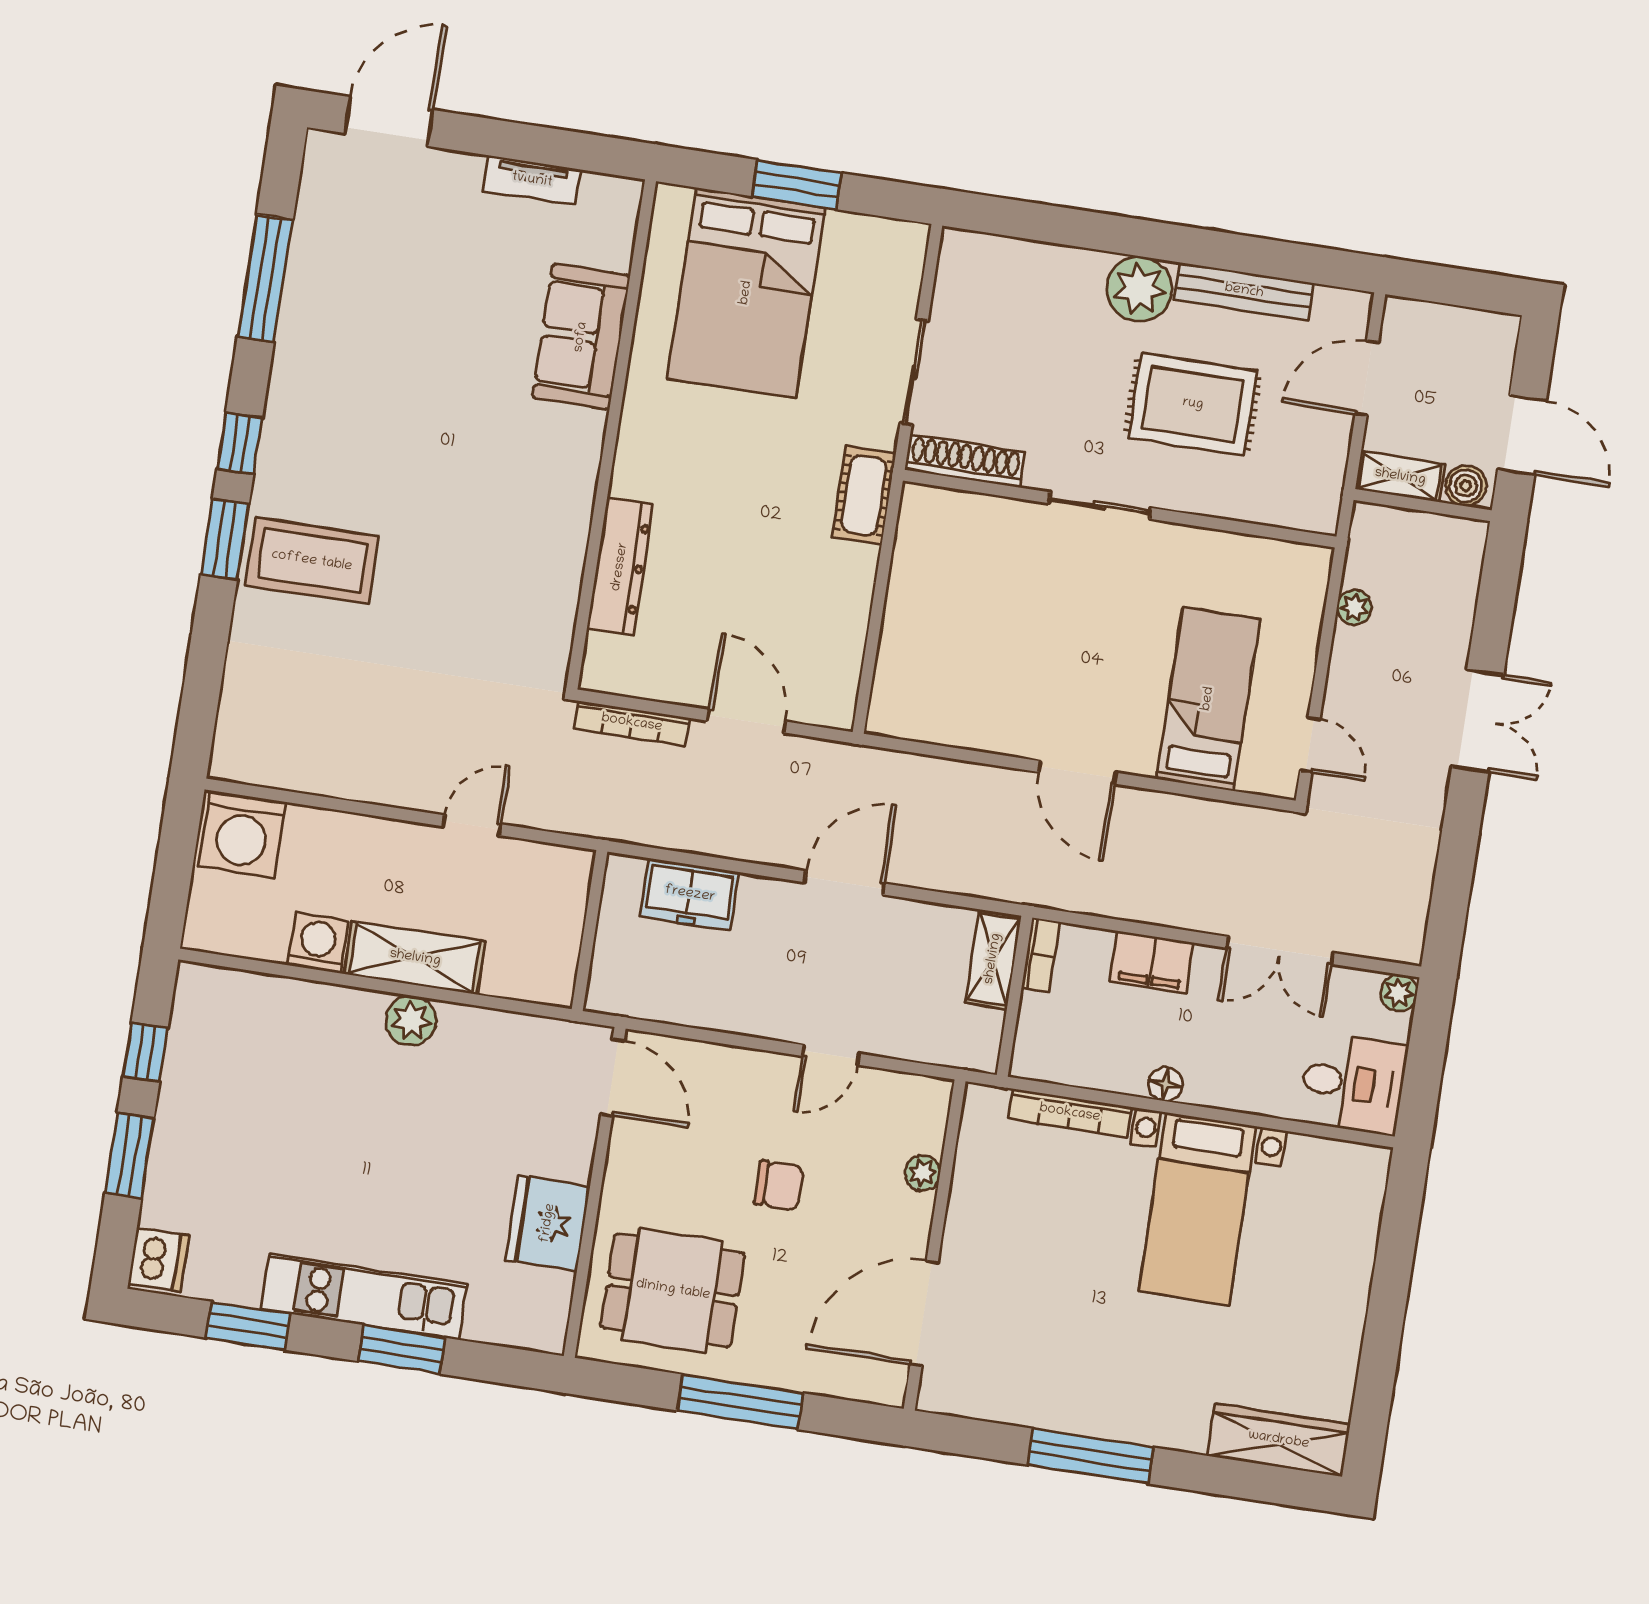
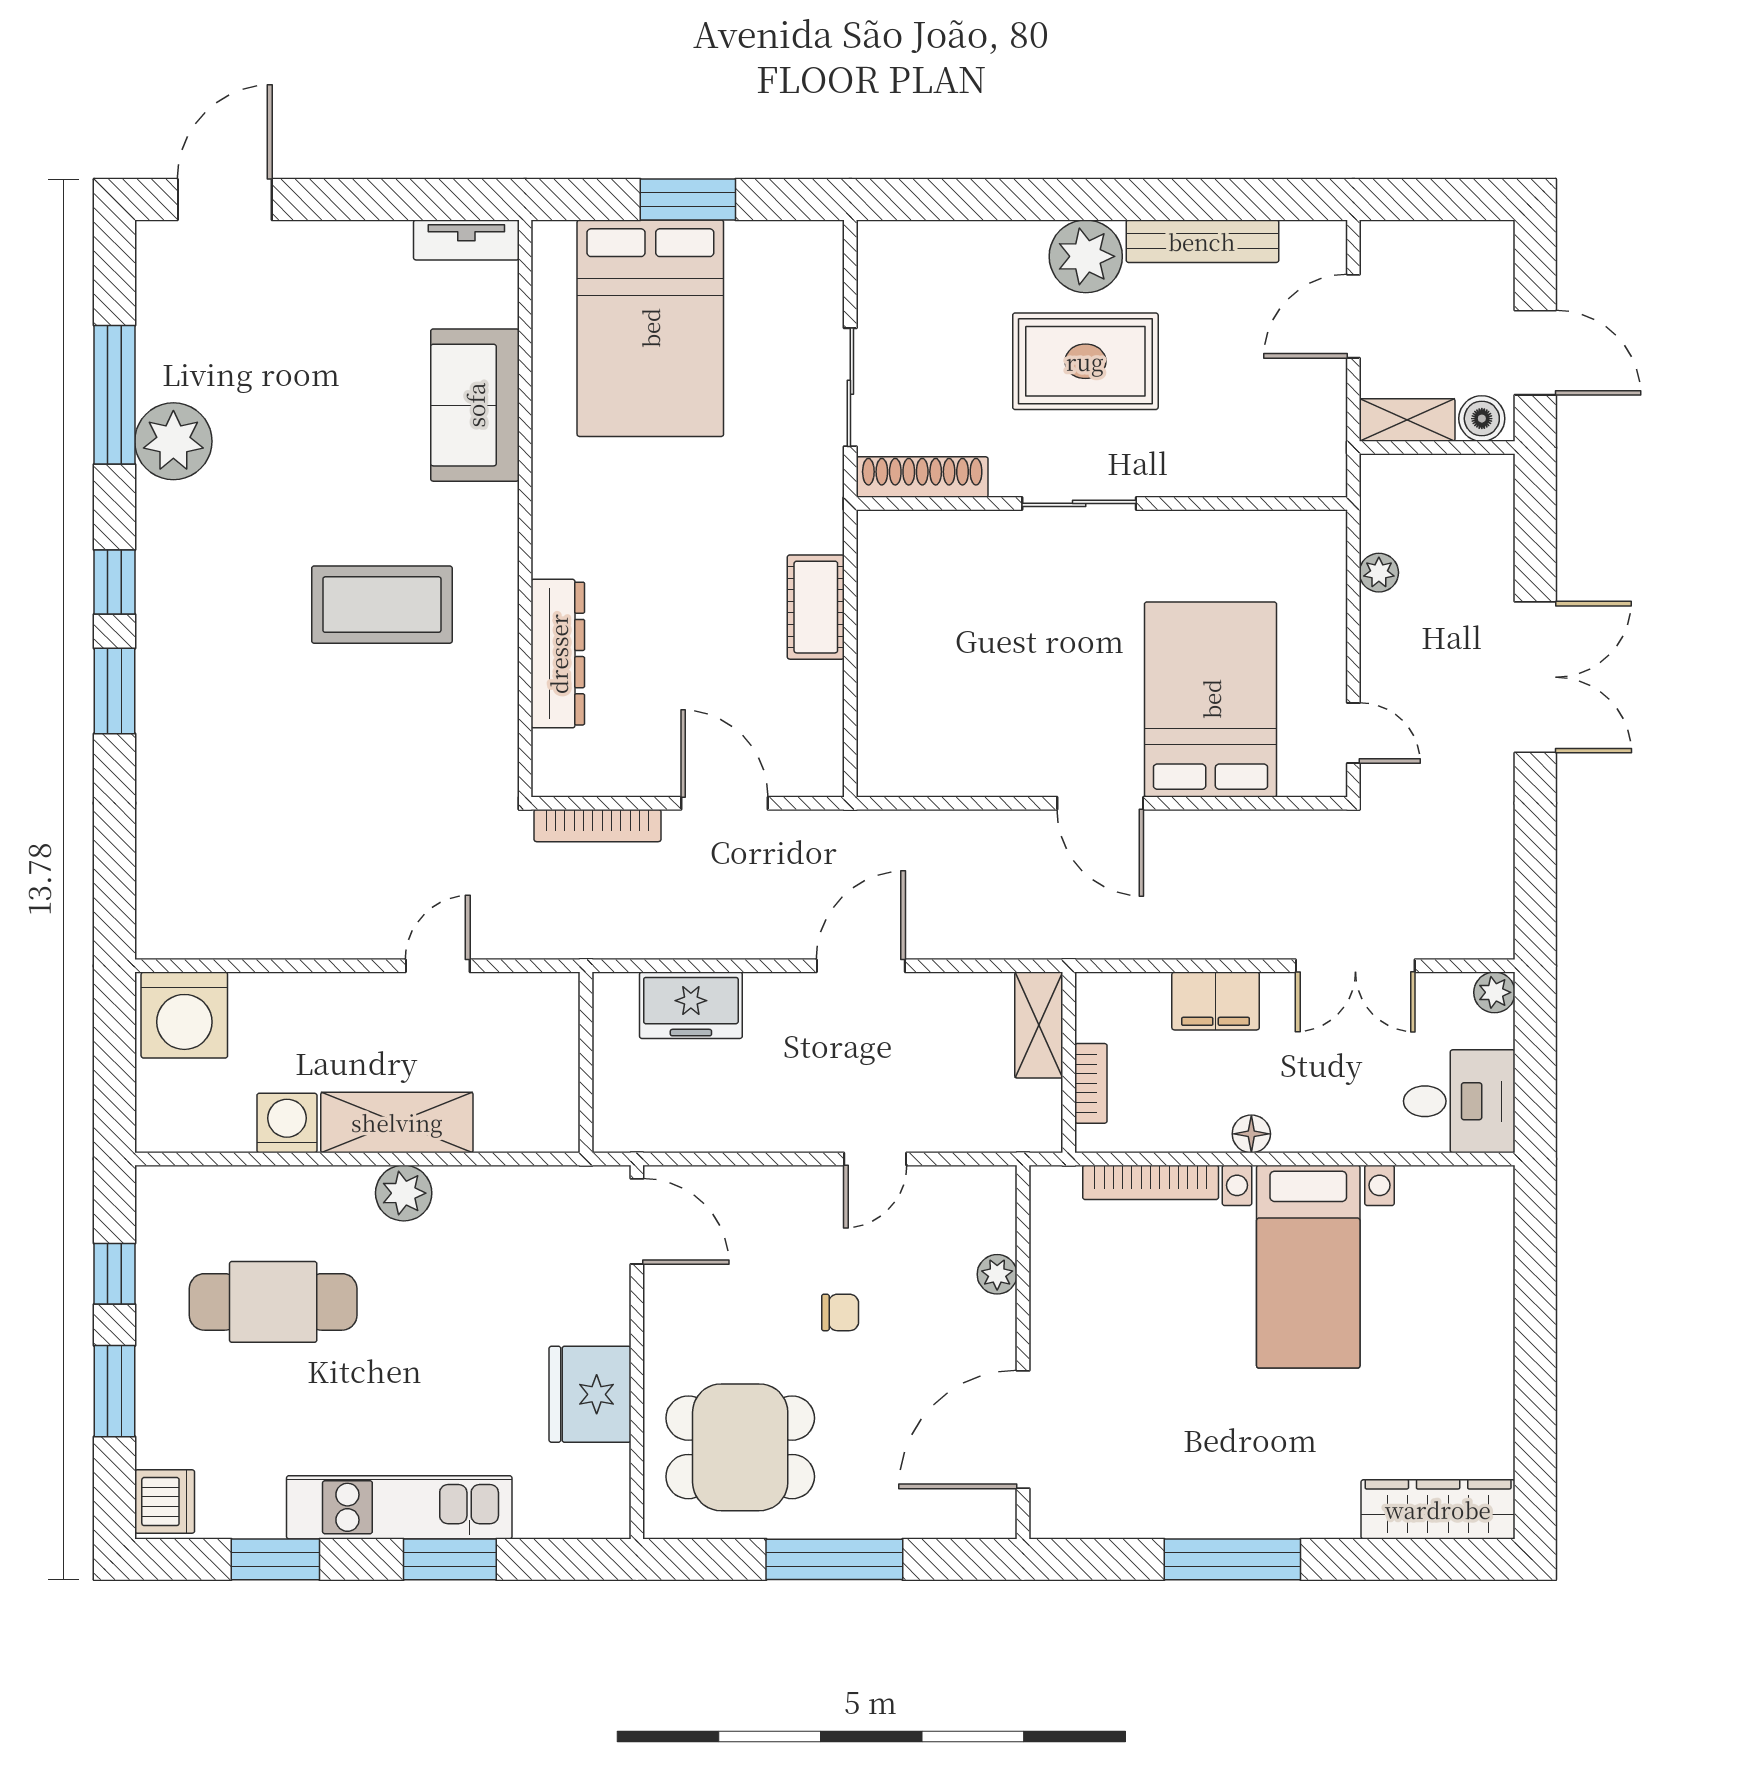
tv unit: (532, 180) -> (466, 240), moved
plant: (311, 327) -> (173, 441), added
rug: (1193, 404) -> (1085, 361), moved
cot: (864, 495) -> (816, 607), moved
coffee table: (312, 561) -> (382, 605), moved
bed: (1208, 699) -> (1211, 699), width x1.50
double door: (1478, 721) -> (1535, 677), width x1.37
bookcase: (1041, 955) -> (1091, 1083), moved
cafe table: (281, 1099) -> (273, 1302), added
chair: (779, 1185) -> (840, 1312), width x0.73, depth x0.73

